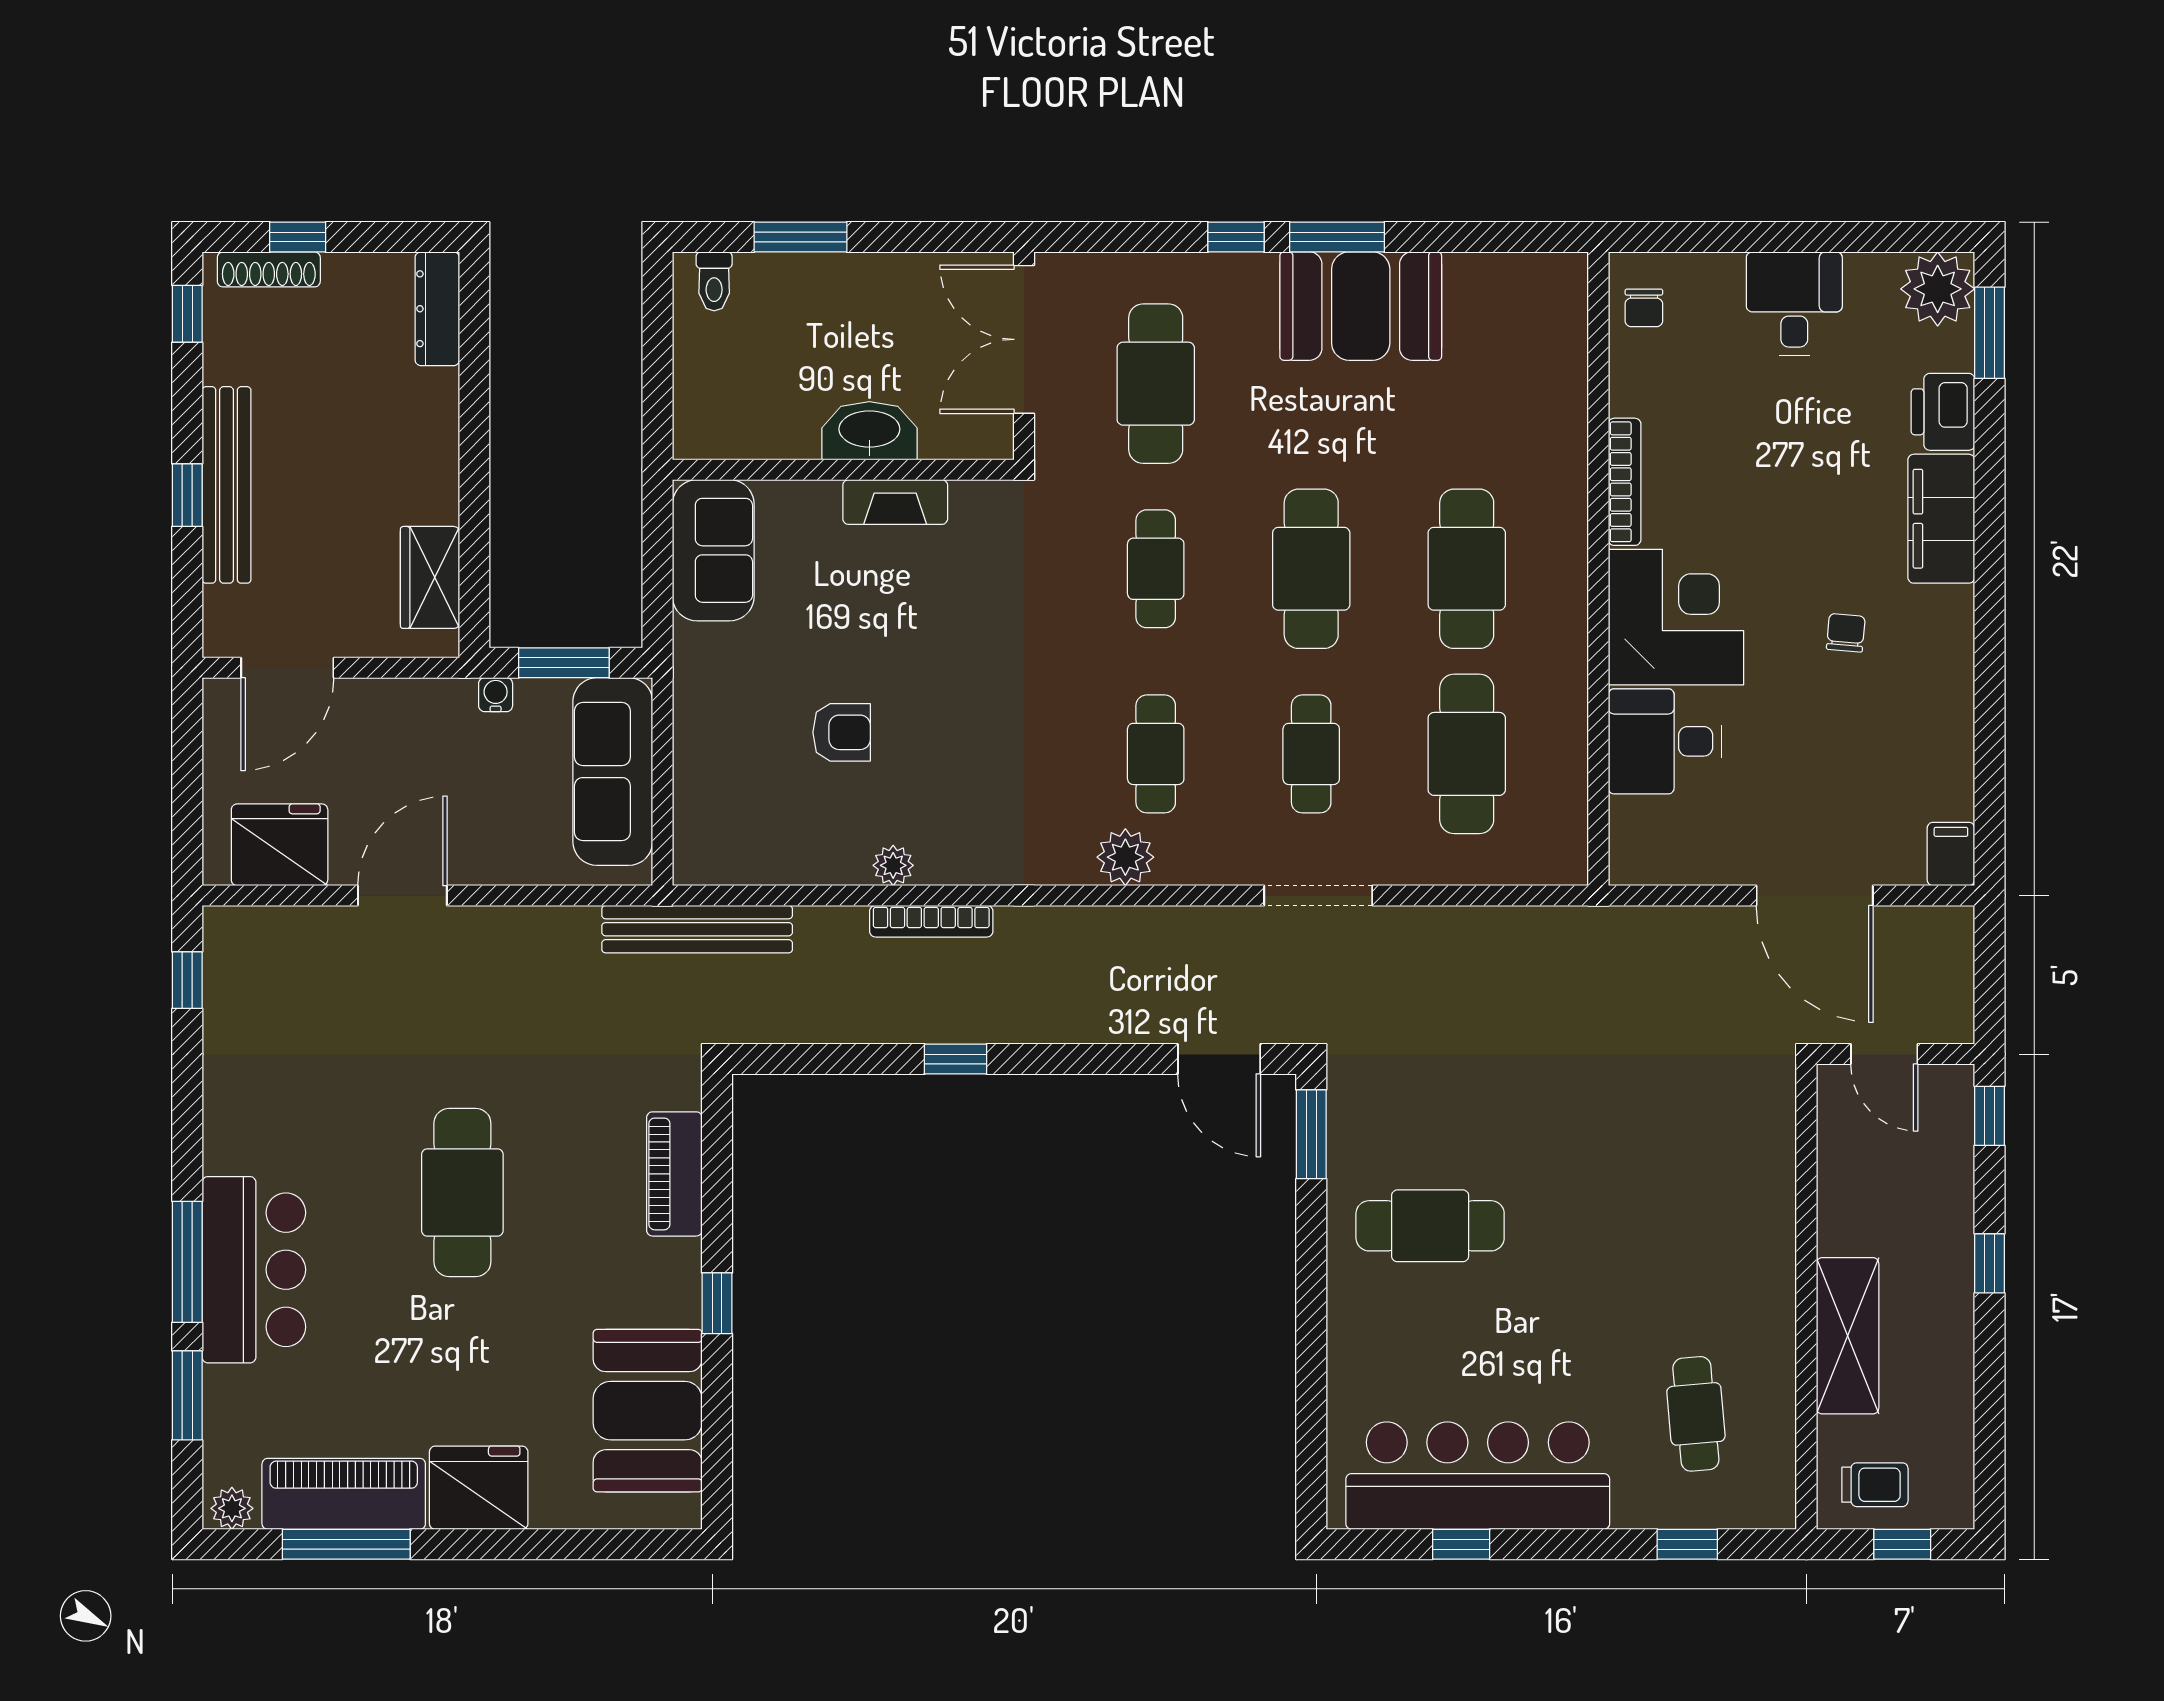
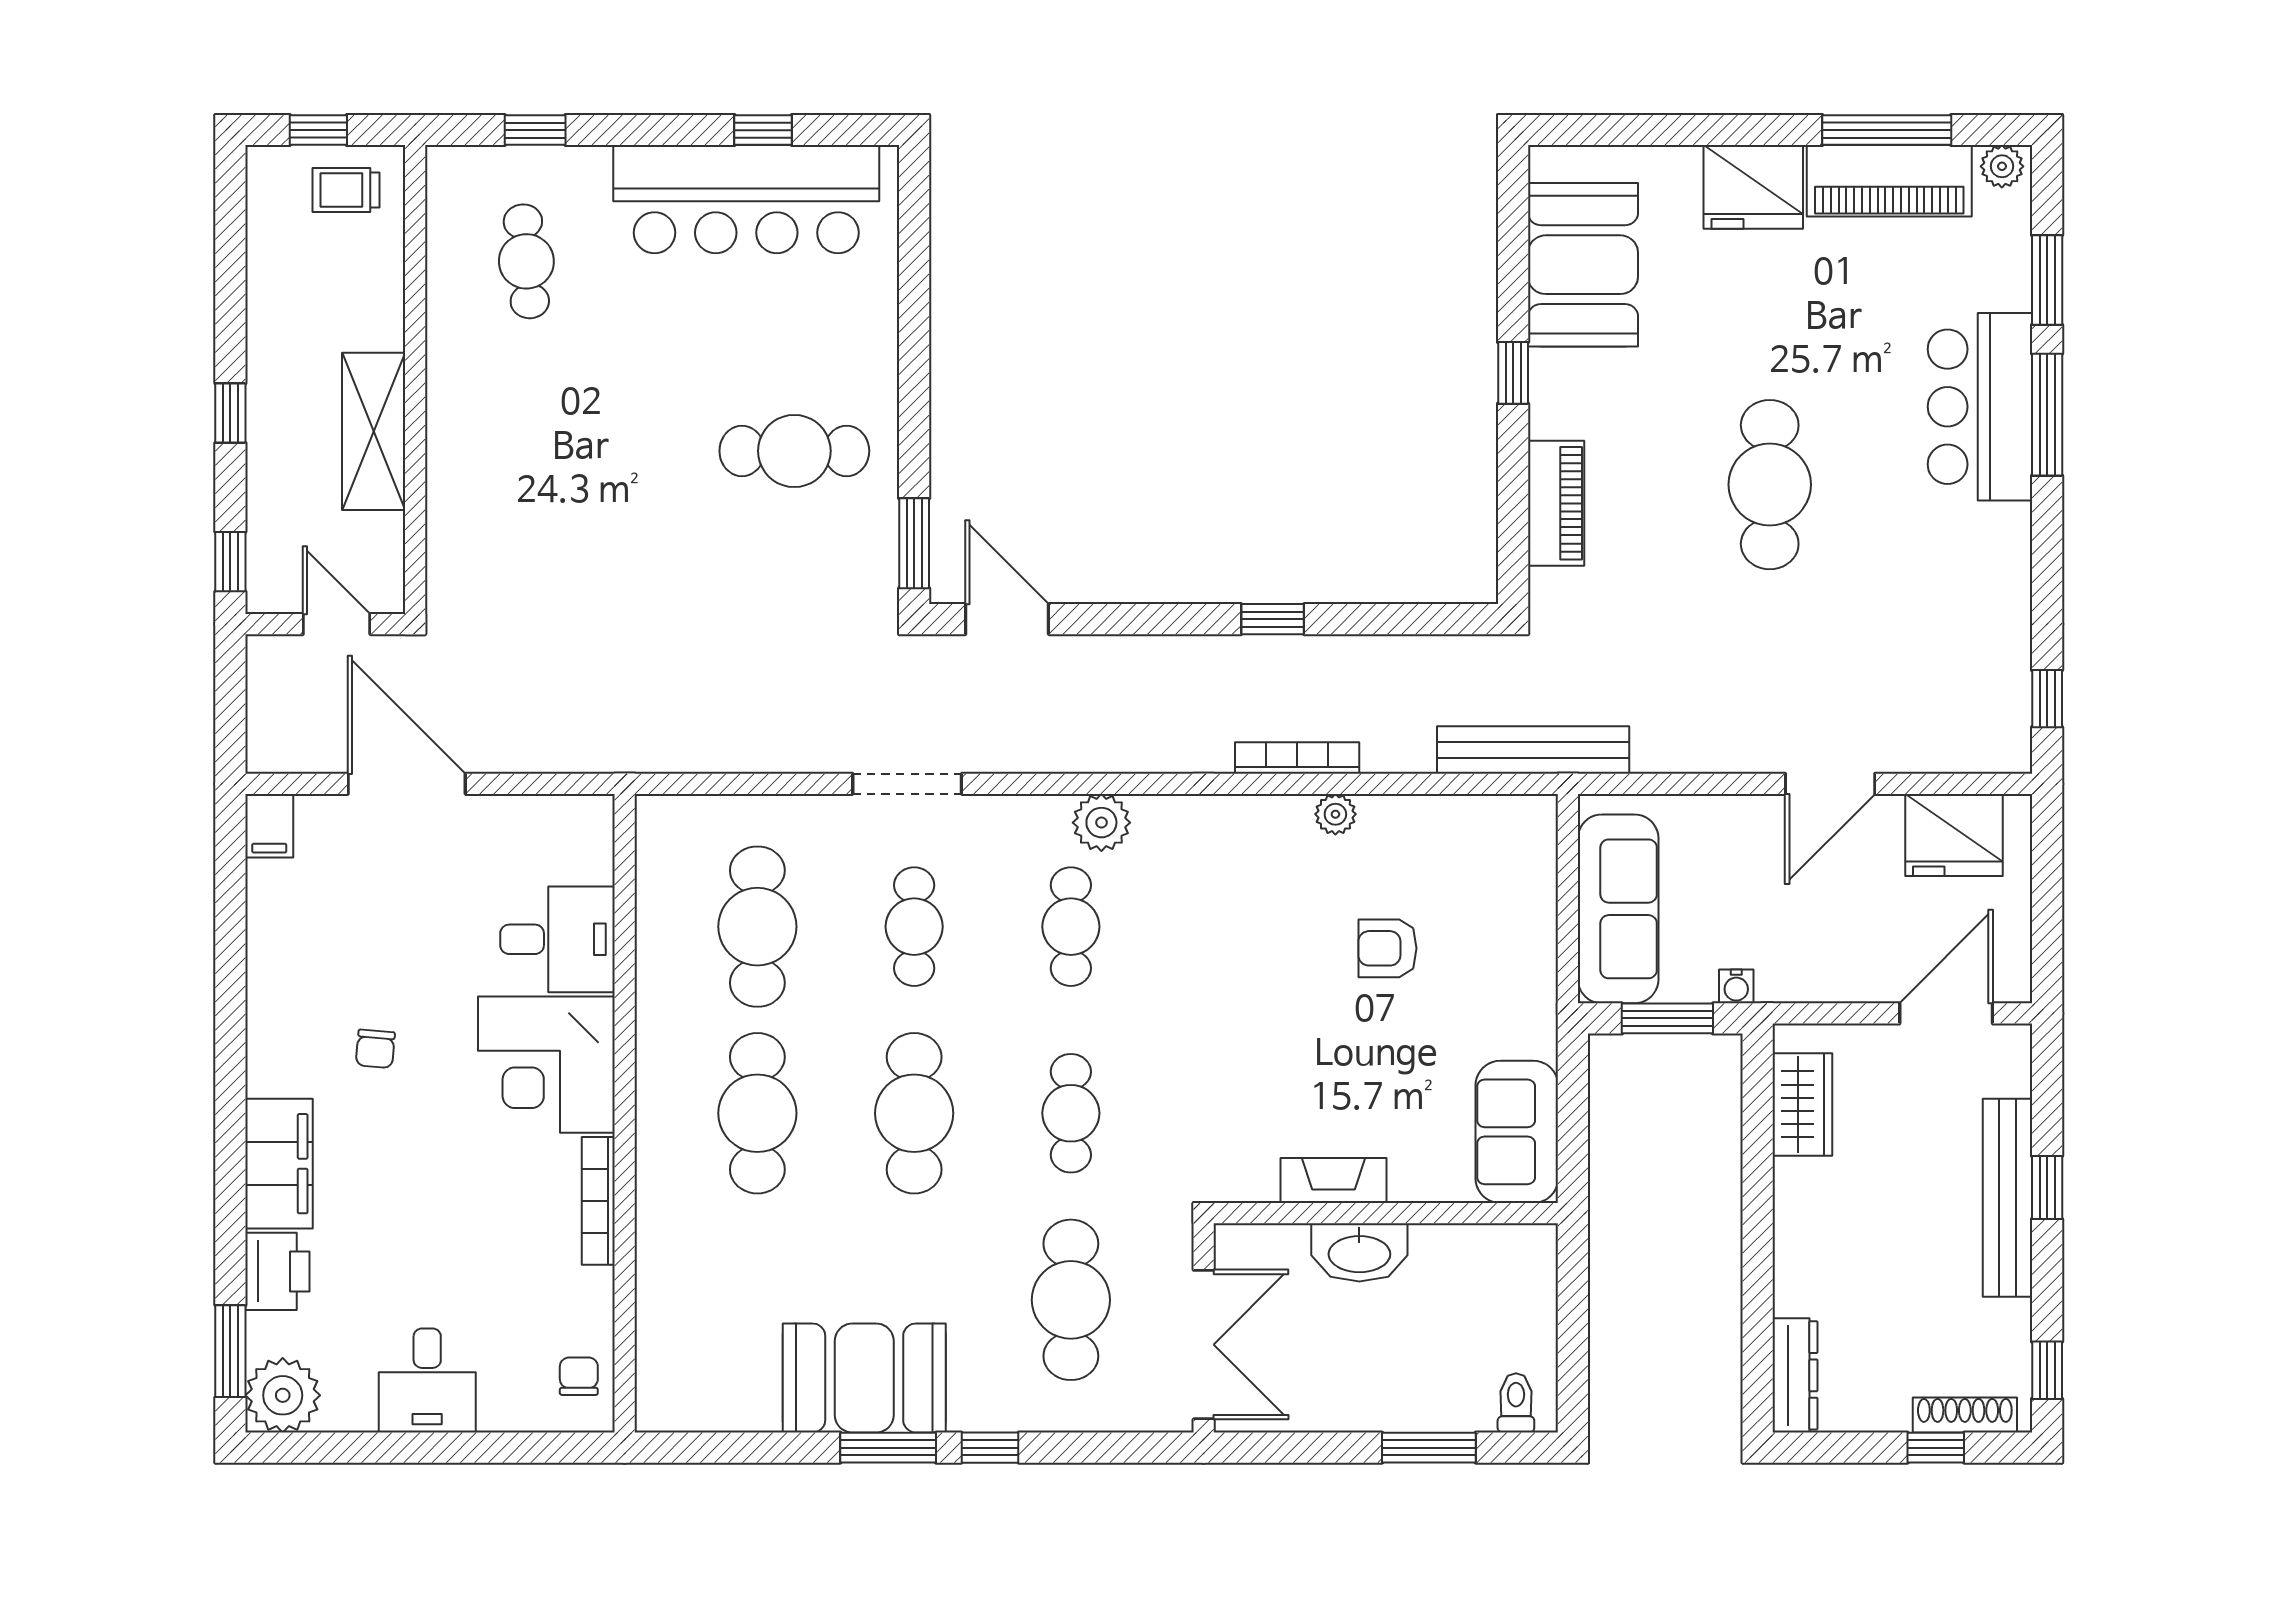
shelving: (1848, 1336) -> (374, 431), moved

